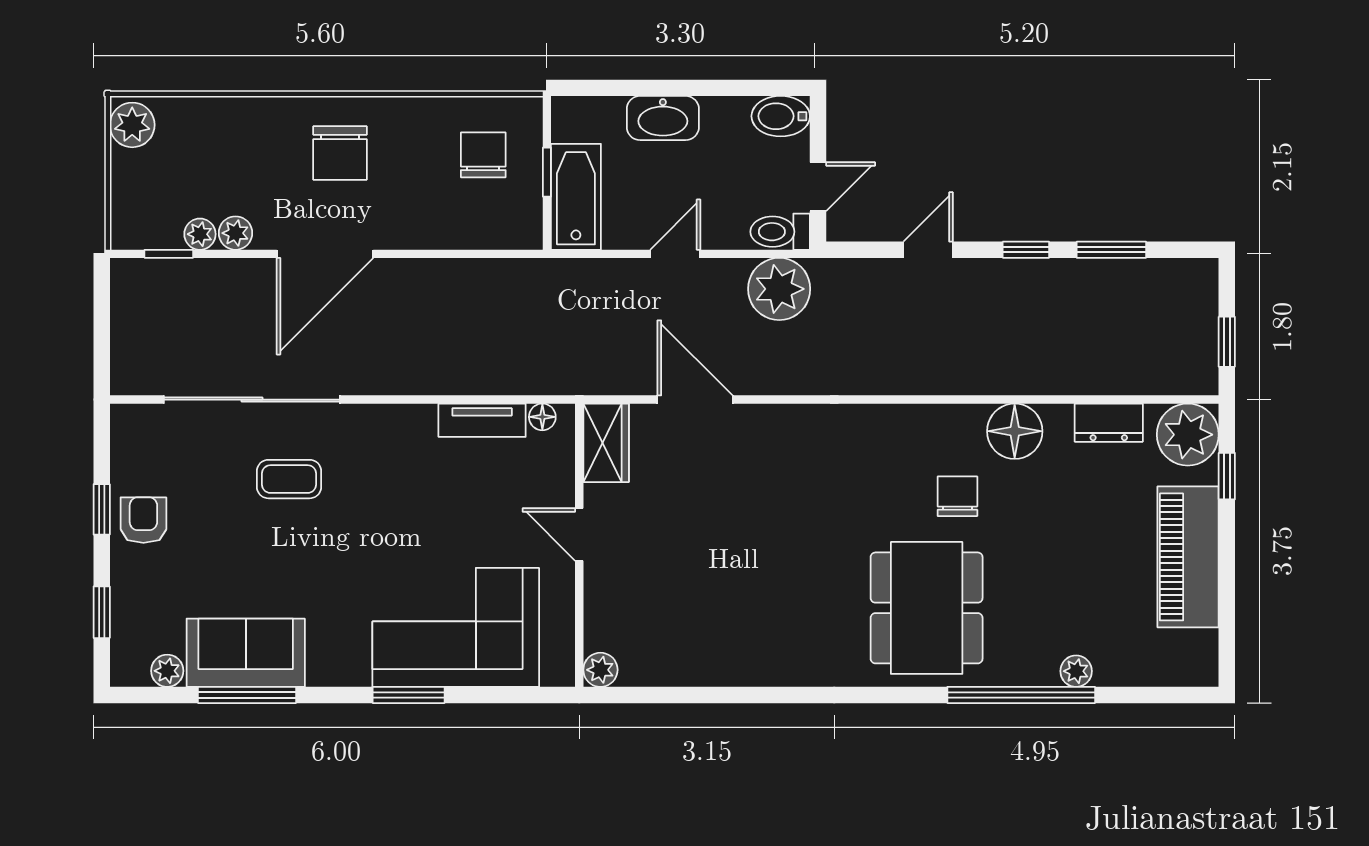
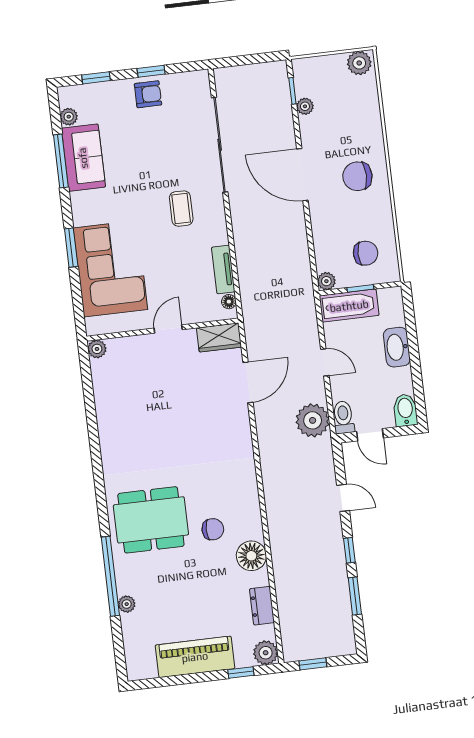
plant: (235, 233) -> (326, 281), moved
plant: (1188, 435) -> (266, 653), width x0.73, depth x0.73
coffee table: (289, 479) -> (181, 209), moved

